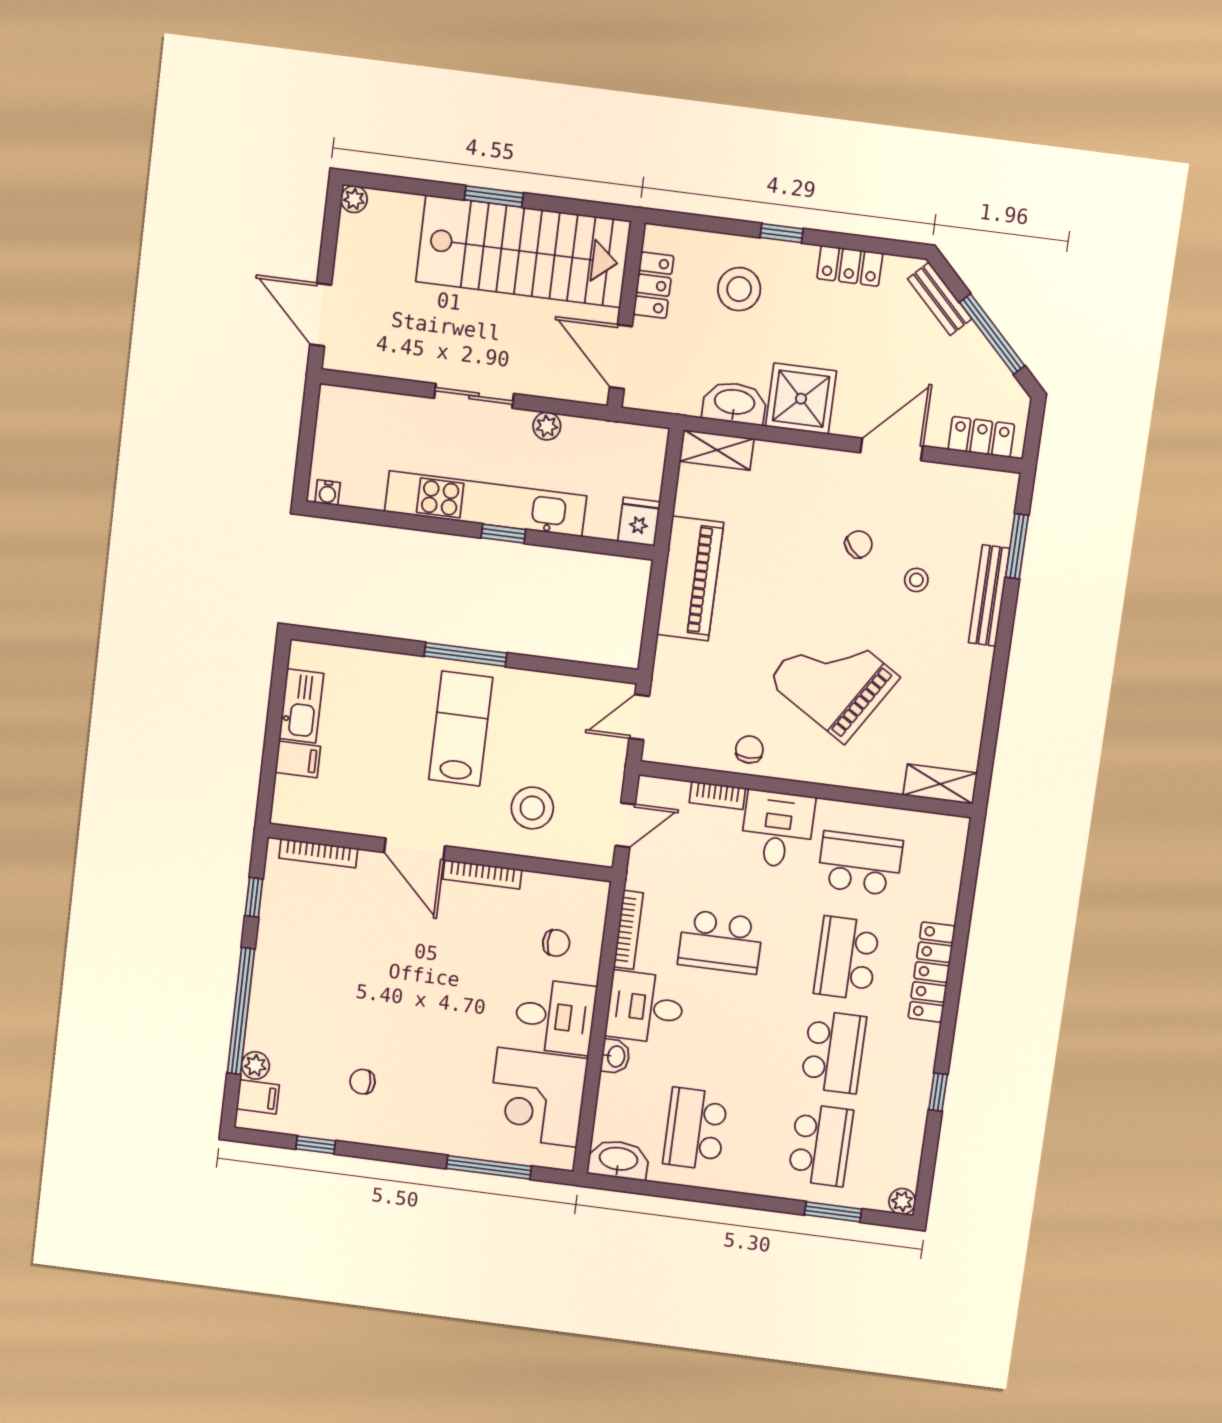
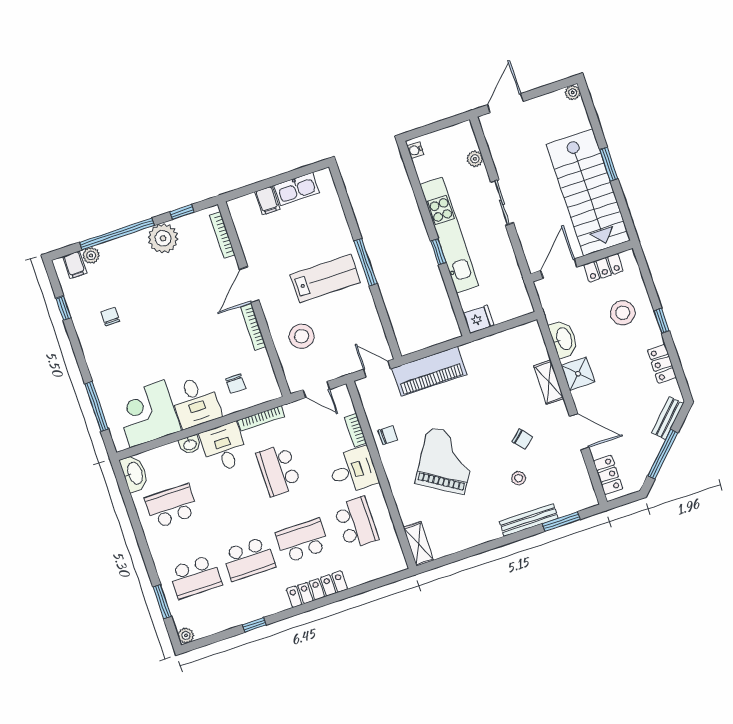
shower: (801, 399) -> (578, 374), width x0.73, depth x0.73
plant: (547, 426) -> (475, 159), moved
shelving: (717, 450) -> (549, 382), moved
piano: (690, 579) -> (429, 371), moved
plant: (281, 945) -> (163, 238), added

